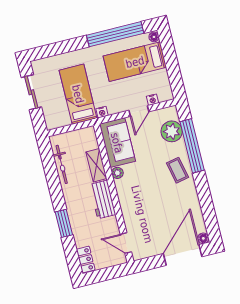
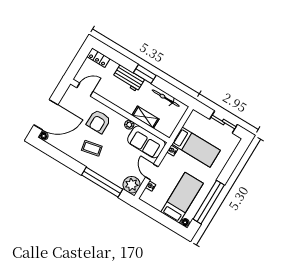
plant: (172, 131) -> (132, 185), moved
coffee table: (177, 170) -> (92, 148), moved
workbench: (103, 200) -> (129, 78), moved, turned 180
armchair: (142, 203) -> (99, 122), added
window: (64, 223) -> (145, 74), moved
door: (183, 255) -> (46, 115), hinge flipped

